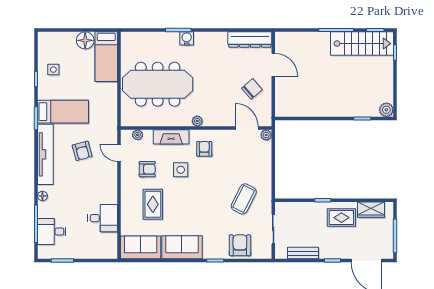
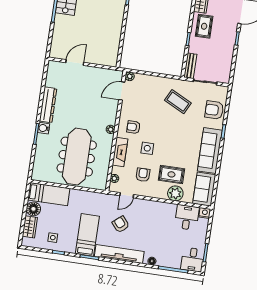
wardrobe: (62, 39) -> (30, 227), added
dresser: (250, 39) -> (48, 105), moved
chair: (252, 89) -> (92, 82), removed
armchair: (82, 151) -> (121, 224), turned -115
plant: (130, 213) -> (175, 193), added
desk: (103, 218) -> (187, 217), moved
desk: (52, 231) -> (193, 260), moved
sofa: (182, 247) -> (210, 151), width x1.36
nightstand: (111, 252) -> (205, 213), added
bench: (303, 253) -> (190, 66), moved

